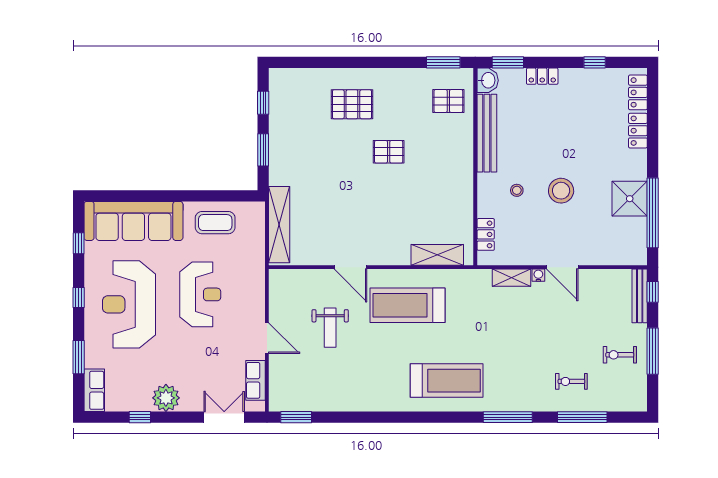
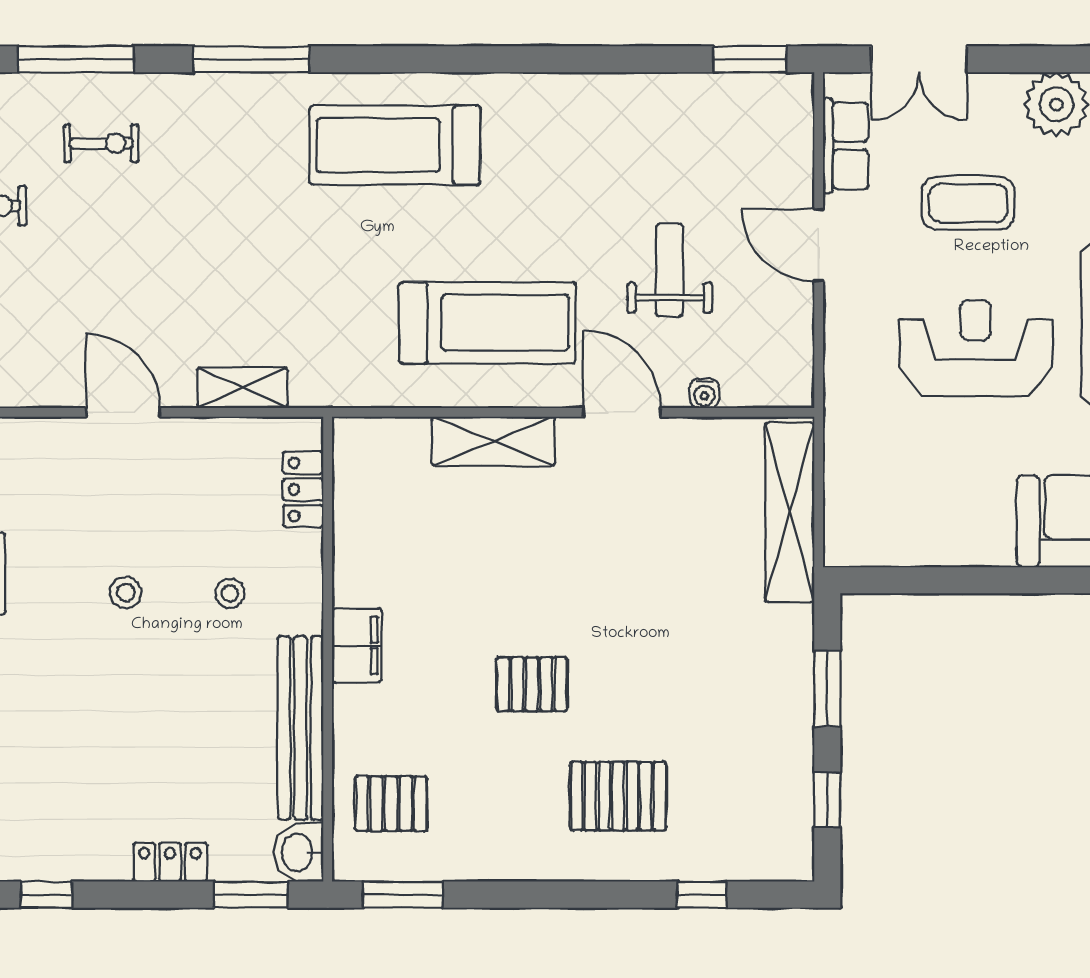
window: (317, 62) -> (702, 895), added
filing cabinet: (463, 168) -> (357, 645), added
stool: (561, 191) -> (126, 592), width x0.53, depth x0.53
coffee table: (215, 223) -> (968, 203), moved
shelving: (437, 255) -> (493, 441), moved
water cooler: (538, 275) -> (704, 393), moved
reception desk: (200, 294) -> (976, 348), turned 90

